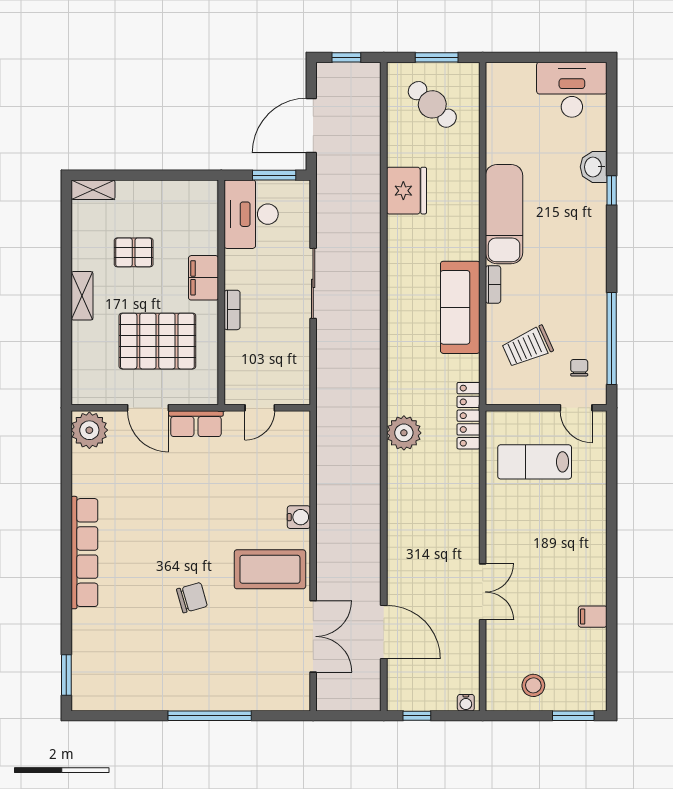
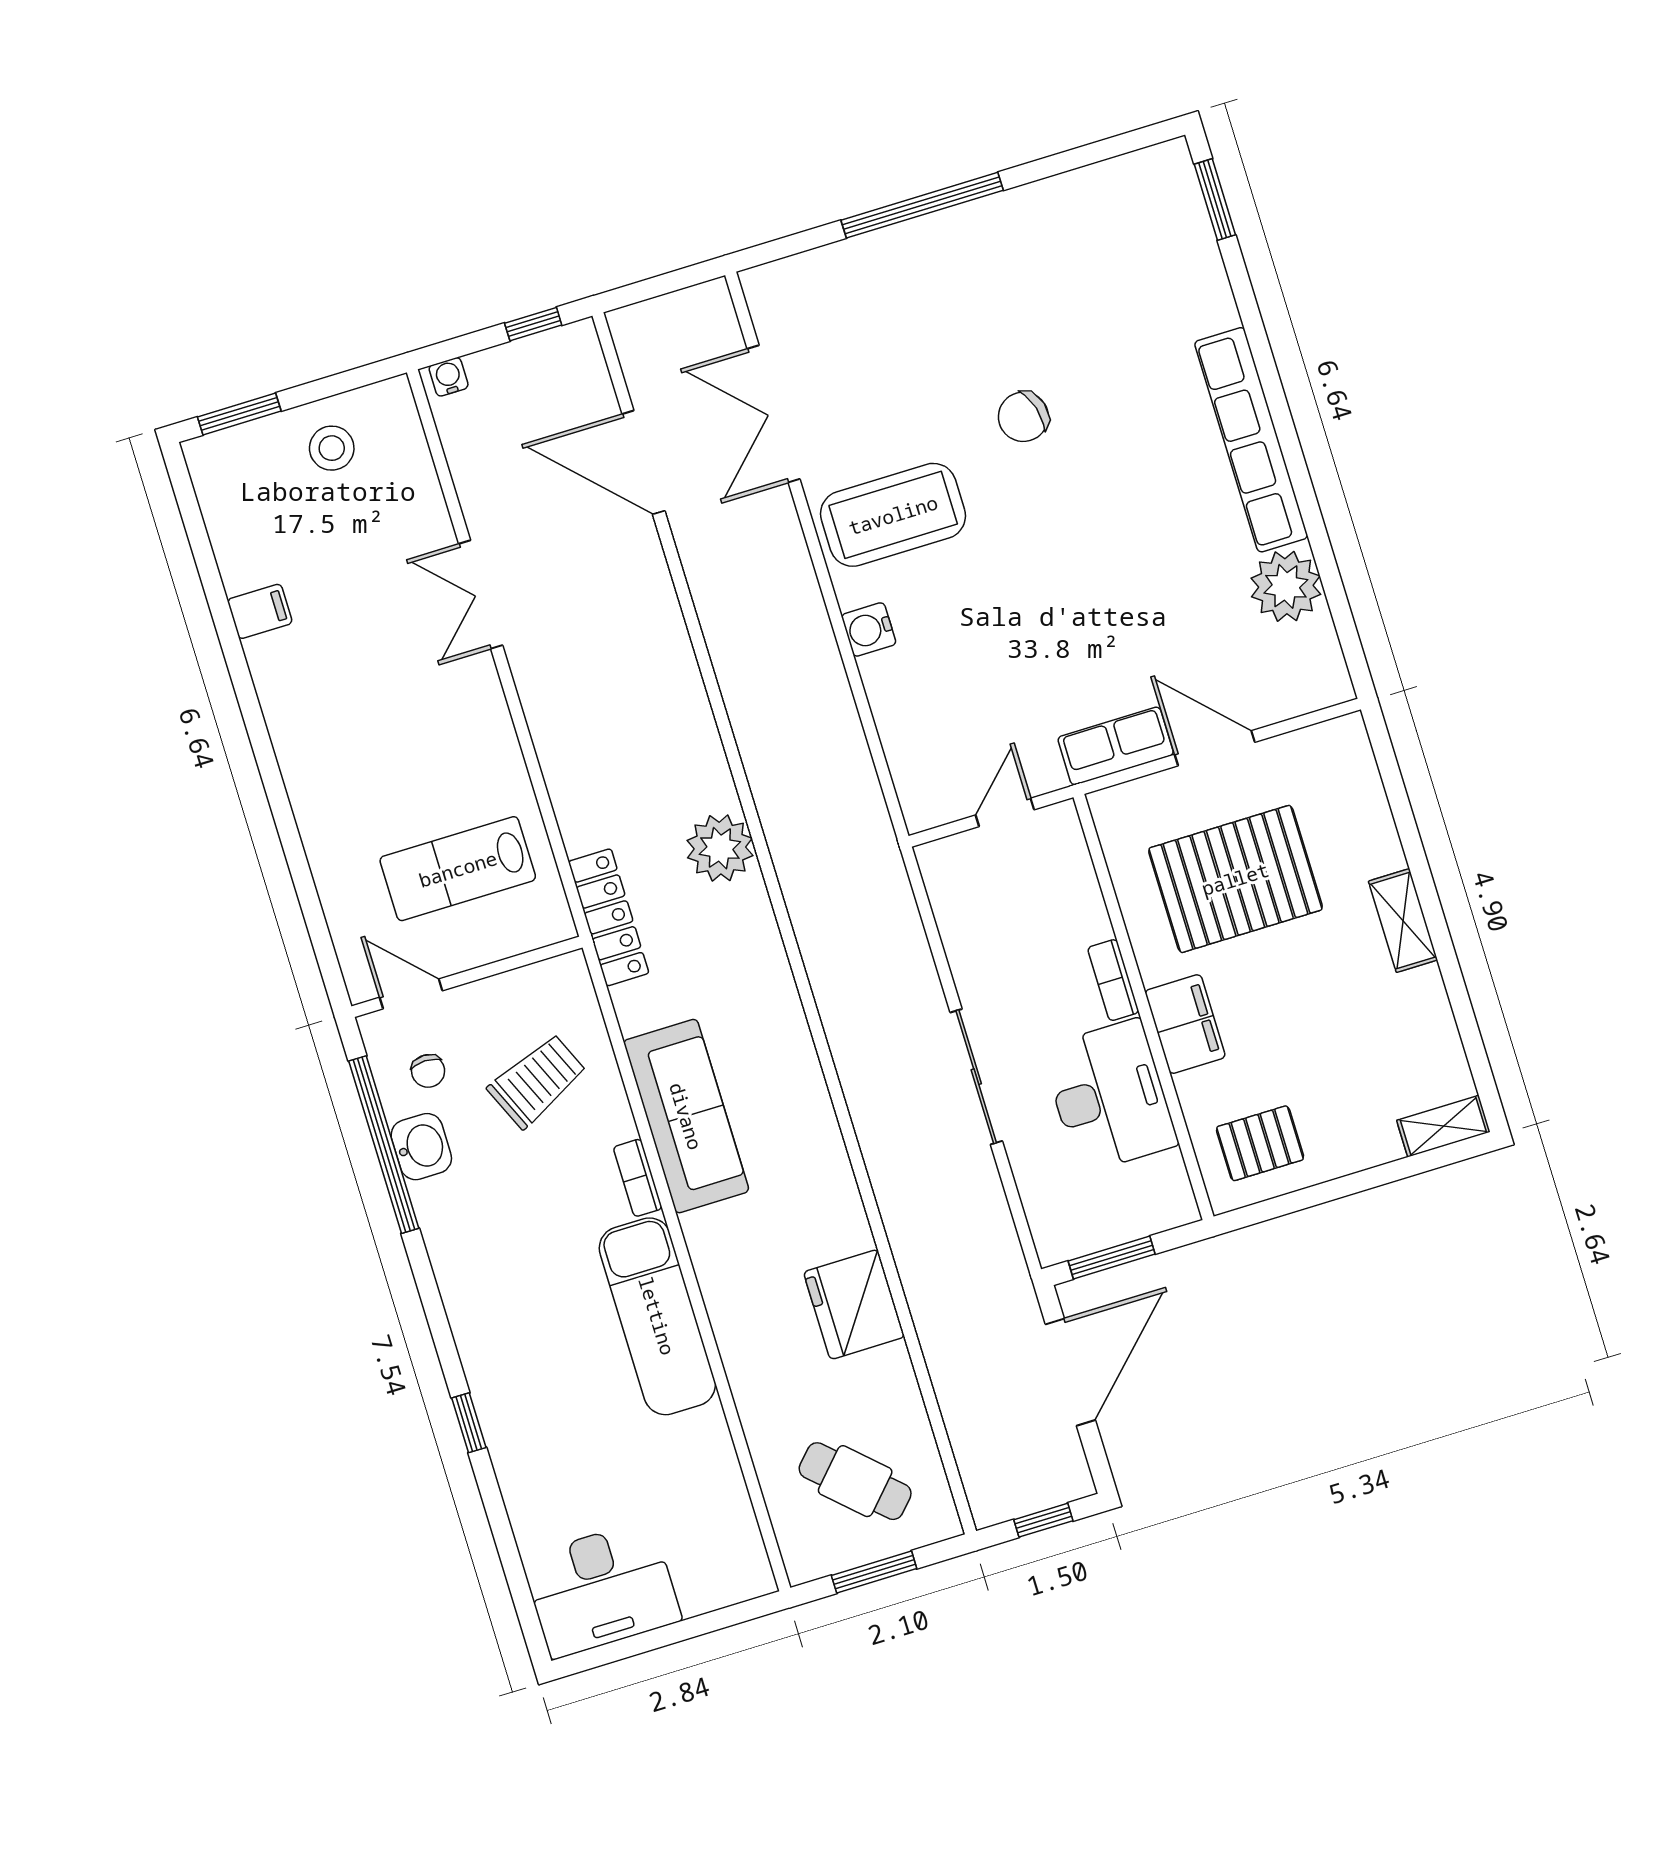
washbasin: (594, 167) -> (421, 1147), moved
desk: (251, 214) -> (1110, 1096), moved
pallet: (134, 252) -> (1260, 1143), moved
plant: (89, 430) -> (1286, 586), moved
lab bench: (535, 462) -> (458, 869), turned 180

